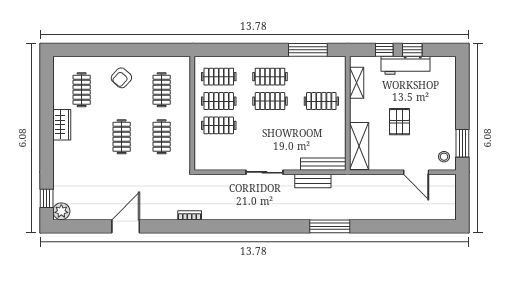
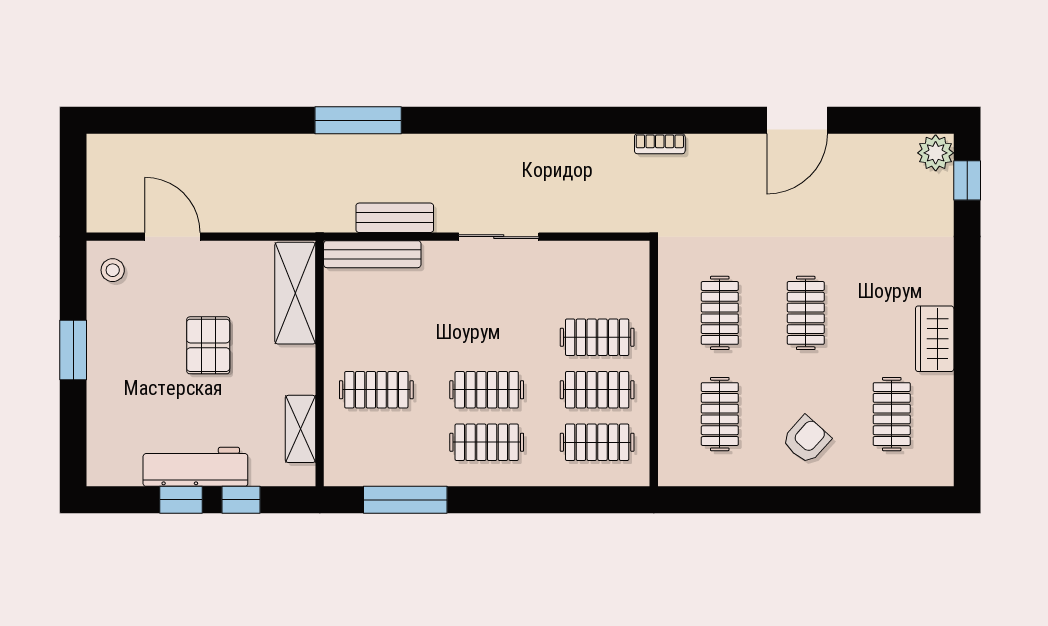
window: (462, 143) -> (73, 350), moved

